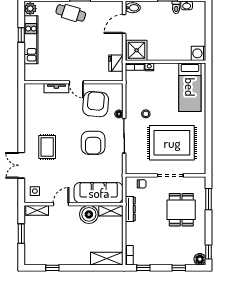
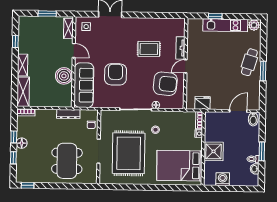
door: (124, 24) -> (238, 111), hinge flipped
window: (21, 35) -> (215, 16), moved
shower: (137, 50) -> (214, 151), moved
washing machine: (199, 53) -> (223, 179), moved
bed: (190, 87) -> (179, 166), width x1.50
armchair: (93, 143) -> (115, 74), moved, turned 90
rug: (47, 147) -> (149, 49), moved
window: (209, 199) -> (76, 186), removed
dining table: (181, 210) -> (67, 161), width x1.37
shelving: (111, 211) -> (23, 65), moved
floor lamp: (200, 259) -> (22, 143), moved
window: (143, 268) -> (14, 137), moved

